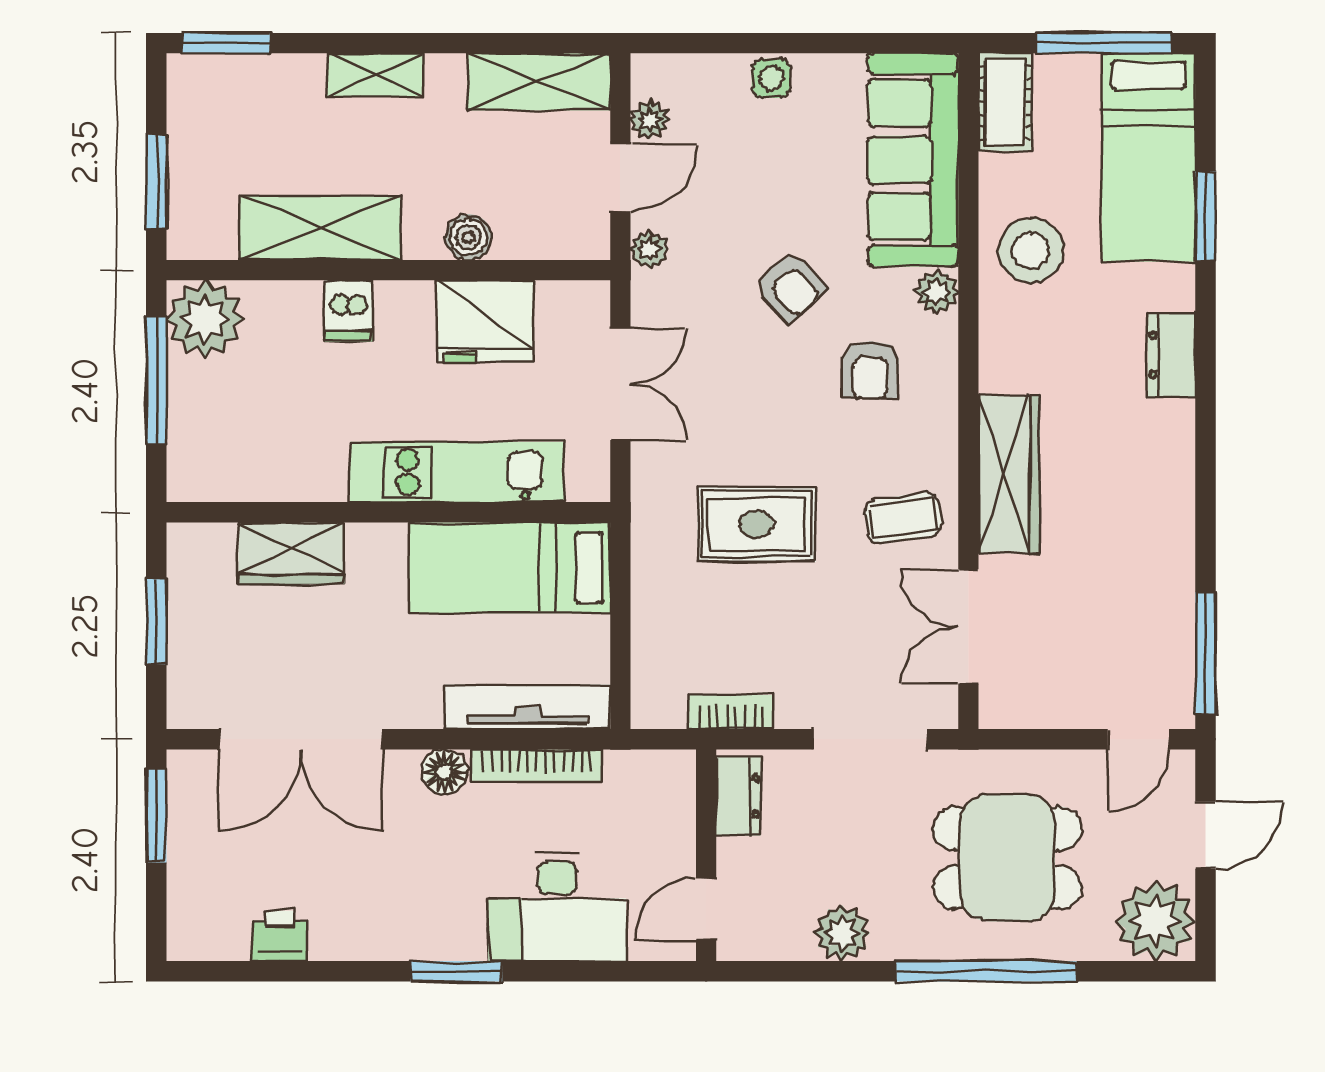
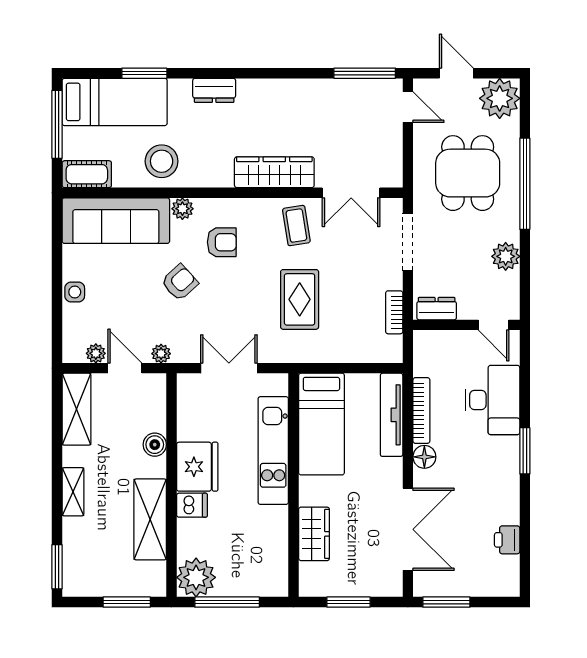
fridge: (485, 321) -> (197, 467), moved

